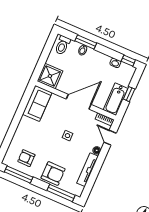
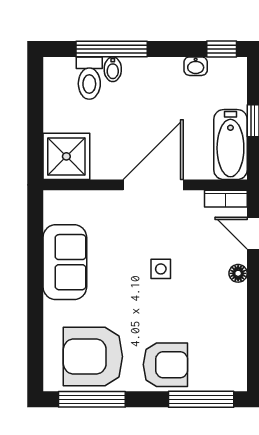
window: (86, 42) -> (112, 49), width x1.44
toilet: (62, 45) -> (89, 78), moved
sofa: (37, 103) -> (65, 262), moved
armchair: (26, 158) -> (93, 357), width x1.88, depth x1.88
tv unit: (88, 170) -> (236, 324), removed

